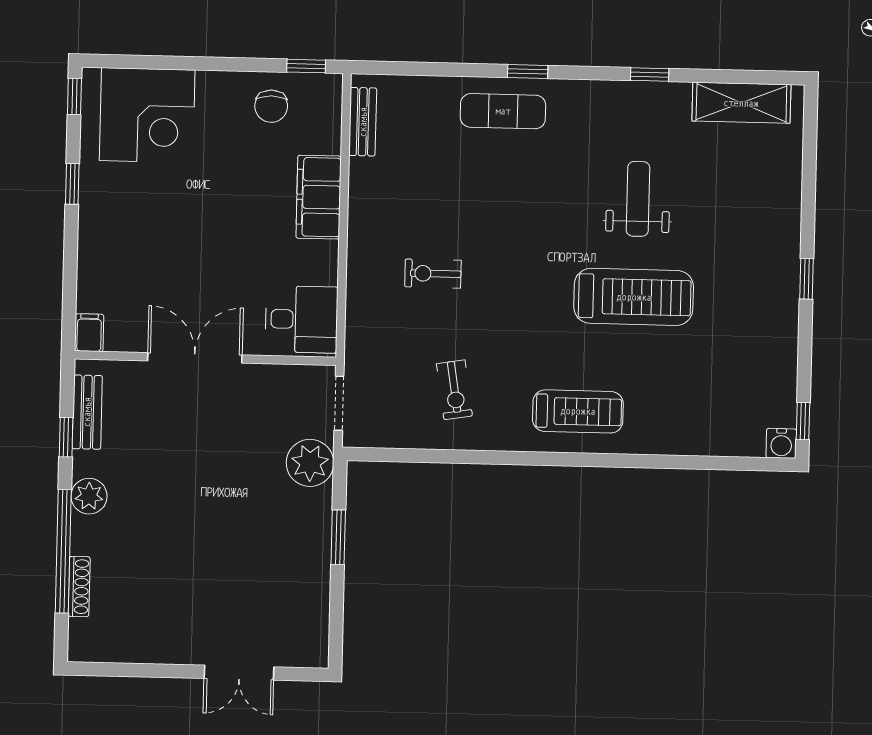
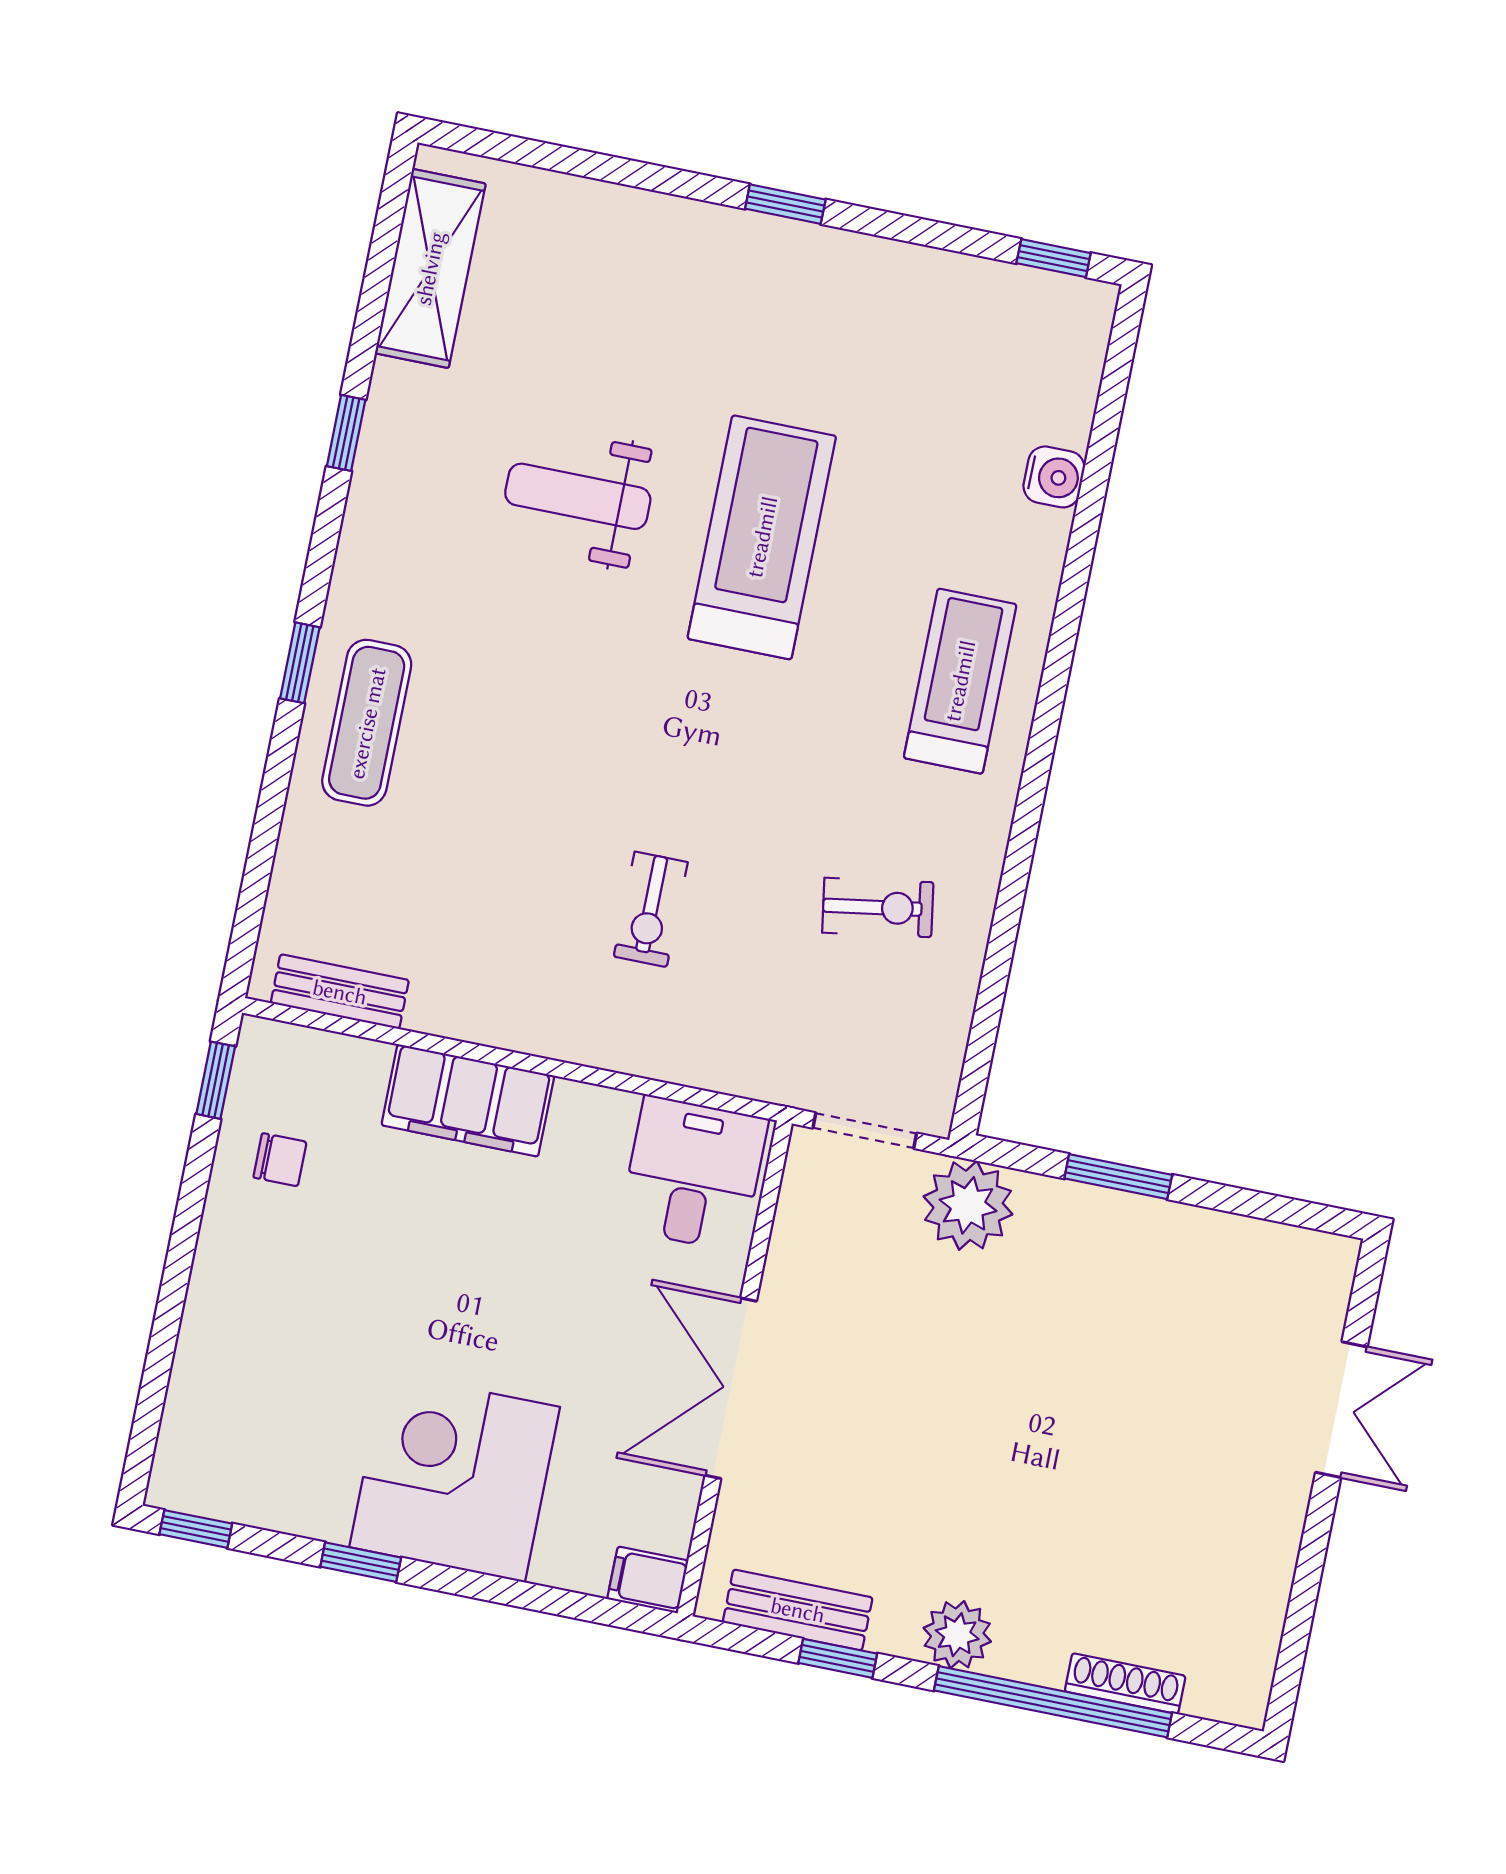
chair: (271, 106) -> (280, 1160), width x0.73, depth x0.73
corner desk: (147, 115) -> (455, 1477), moved, turned -90
water cooler: (781, 443) -> (1054, 477), moved

